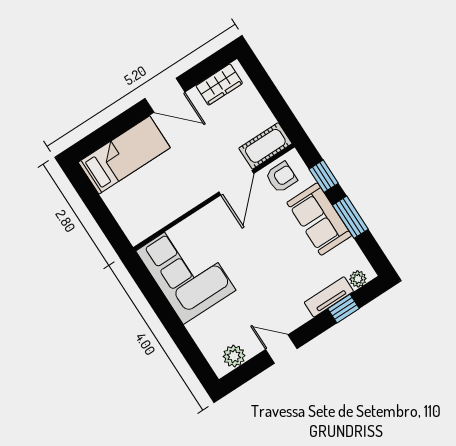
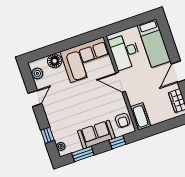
door: (236, 183) -> (120, 82), moved
desk: (153, 205) -> (125, 52), added
window: (350, 217) -> (83, 154), moved
tv unit: (329, 297) -> (55, 129), removed
floor lamp: (203, 330) -> (55, 61), added

